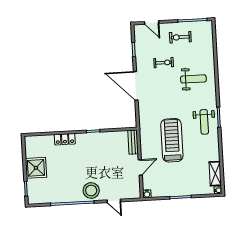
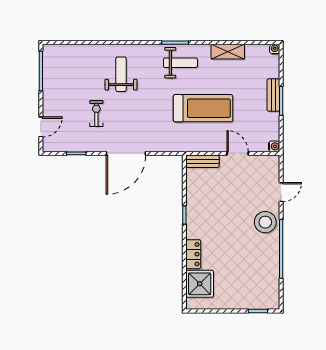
exercise bike: (180, 37) -> (63, 89), removed
treadmill: (172, 140) -> (203, 108), turned 180
shower: (36, 168) -> (200, 284), moved
shelving: (215, 174) -> (228, 52), moved
bench: (184, 191) -> (273, 95), added

